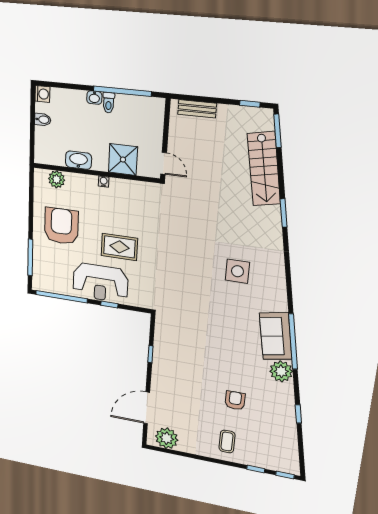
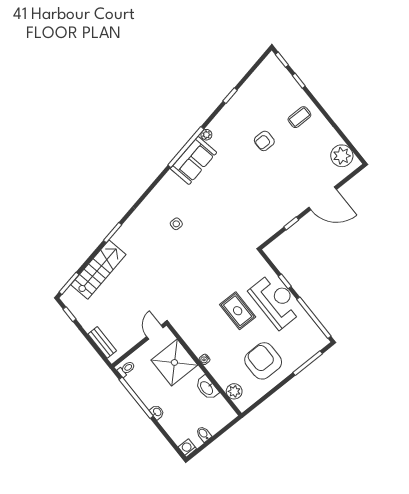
toilet: (109, 103) -> (126, 369), moved
shower: (123, 160) -> (174, 362), width x1.37, depth x1.37
armchair: (61, 226) -> (263, 361), turned 90
side table: (237, 271) -> (176, 224), width x0.54, depth x0.54
plant: (281, 371) -> (206, 135), width x0.53, depth x0.53
door: (147, 408) -> (323, 198), moved

